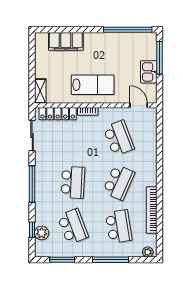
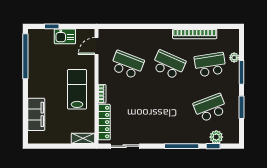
window: (160, 58) -> (52, 26), width x0.46
school desk: (119, 138) -> (127, 65), turned 42
school desk: (73, 182) -> (169, 108), removed
window: (32, 184) -> (182, 146), moved
plant: (148, 252) -> (234, 58), moved
window: (62, 260) -> (242, 107), moved
window: (111, 260) -> (242, 72), width x0.69

